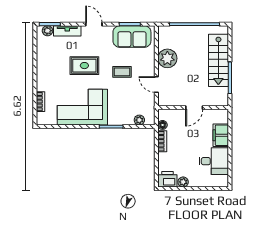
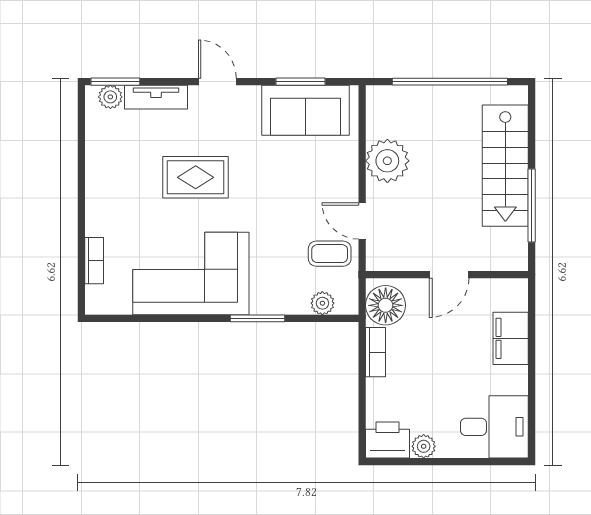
coffee table: (122, 72) -> (330, 254), moved
floor lamp: (163, 125) -> (386, 305), width x1.89, depth x1.89
desk: (214, 161) -> (494, 427), moved

